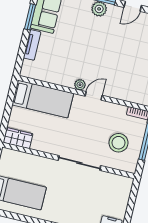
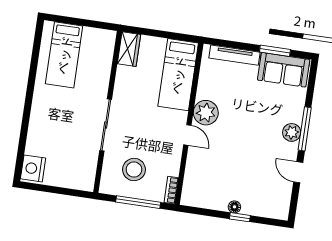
tv unit: (32, 45) -> (235, 55), width x1.41
plant: (80, 85) -> (206, 113), width x1.87, depth x1.87

